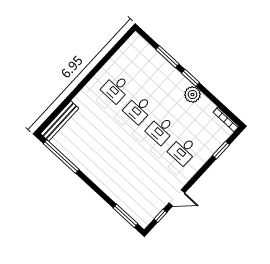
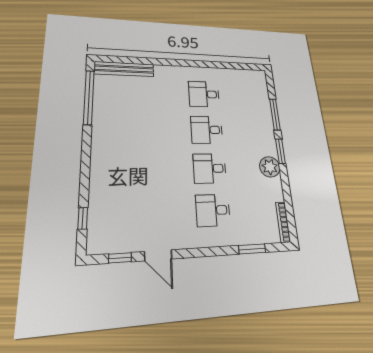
window: (125, 216) -> (83, 218), width x0.46

